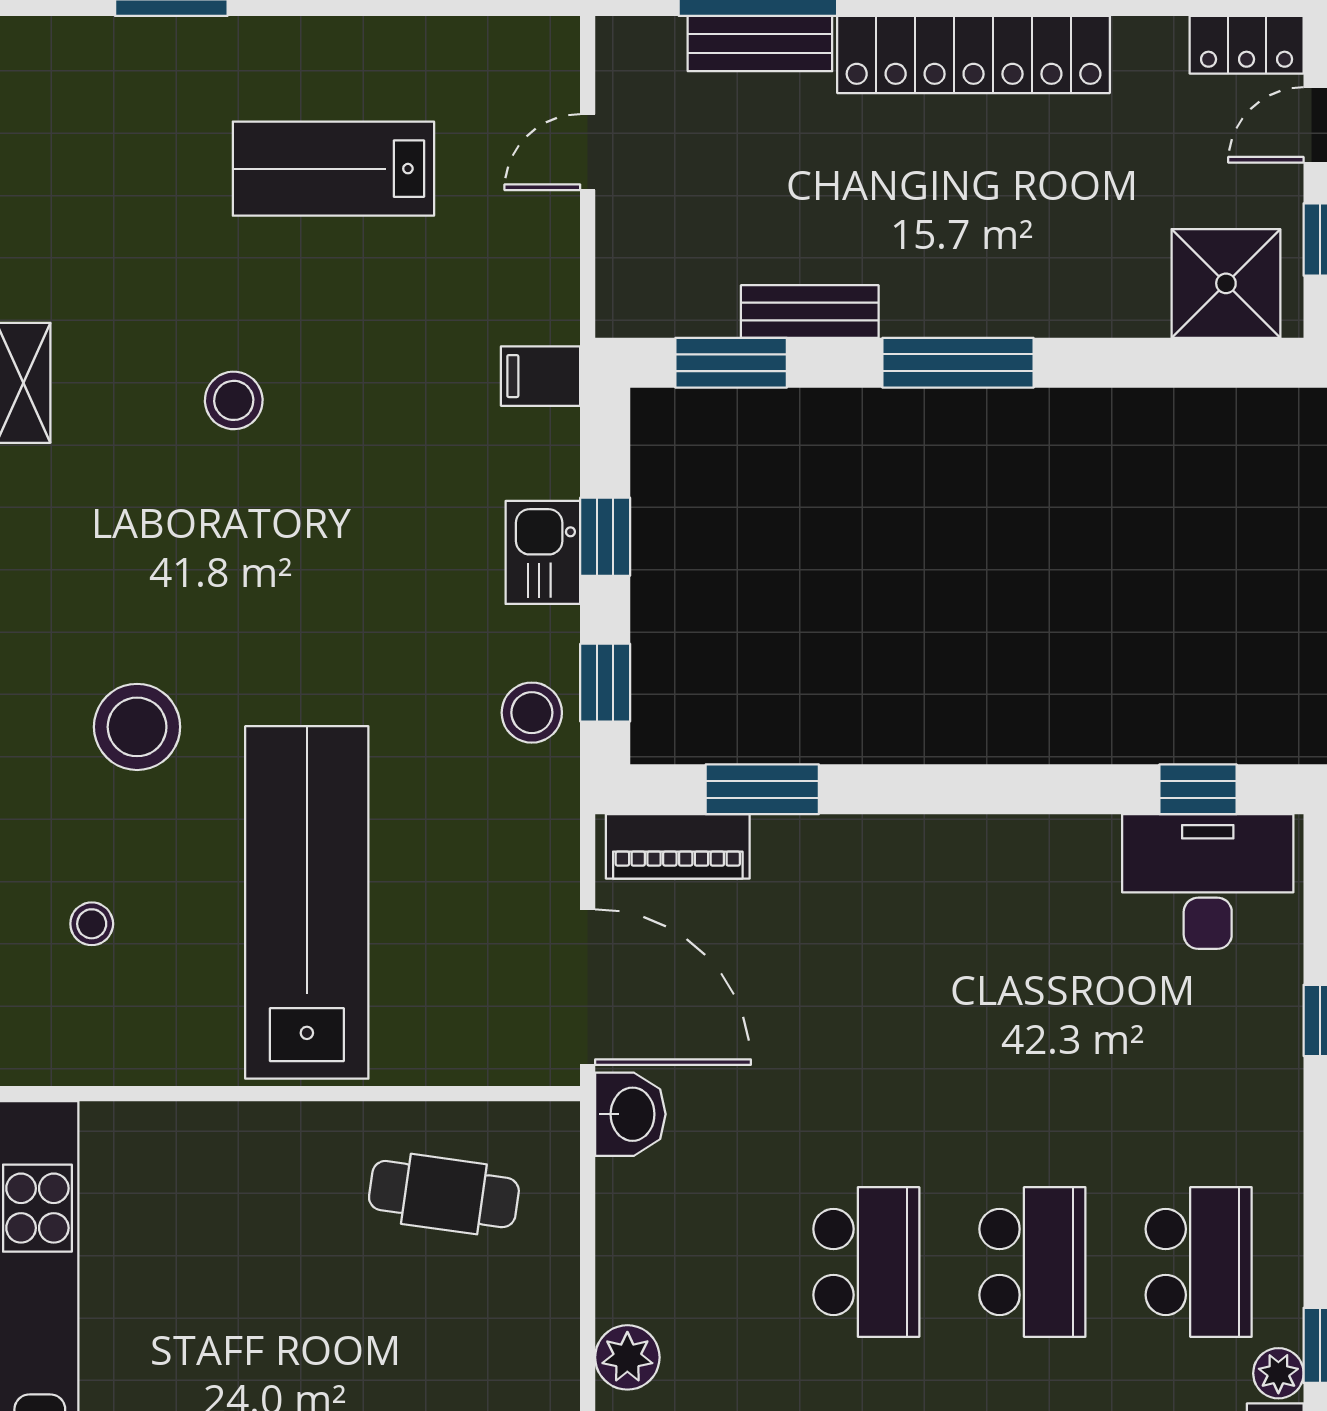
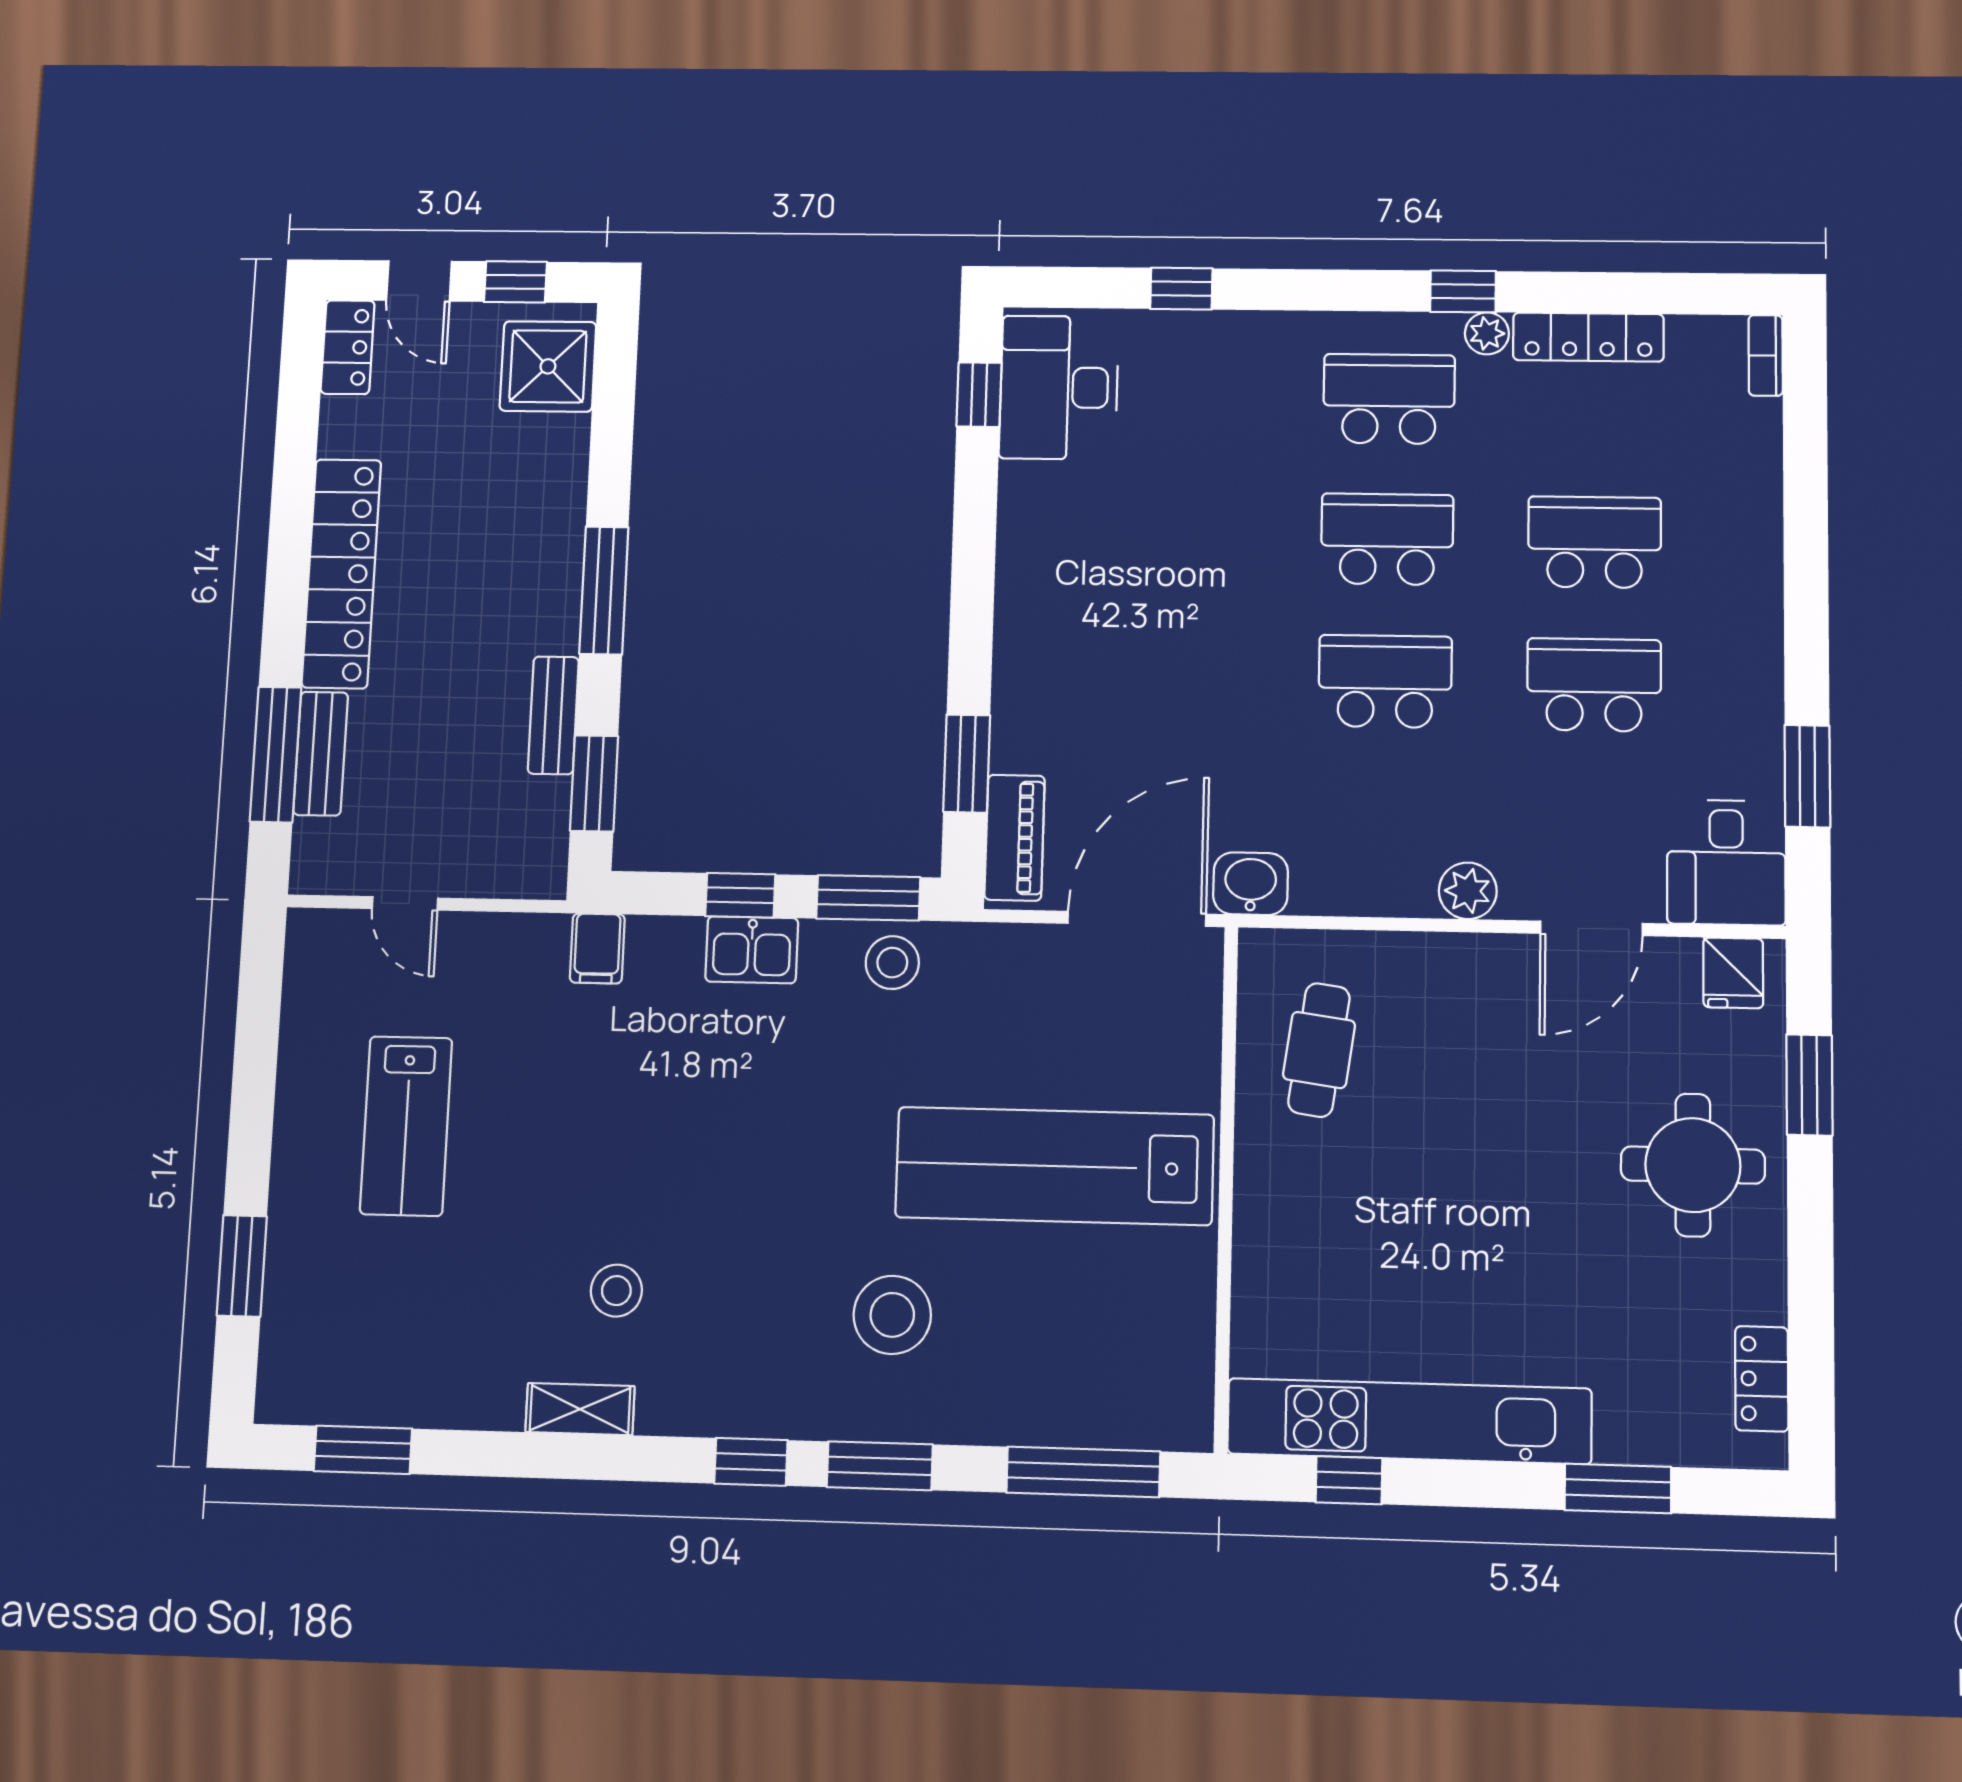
stool: (234, 400) -> (616, 1291), moved
window: (605, 683) -> (868, 898), width x1.50
stool: (92, 924) -> (1068, 1361), removed

